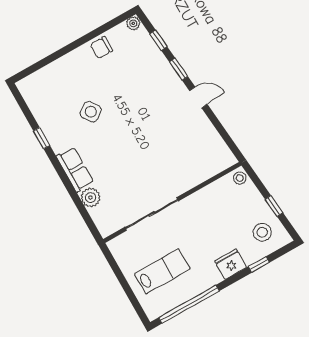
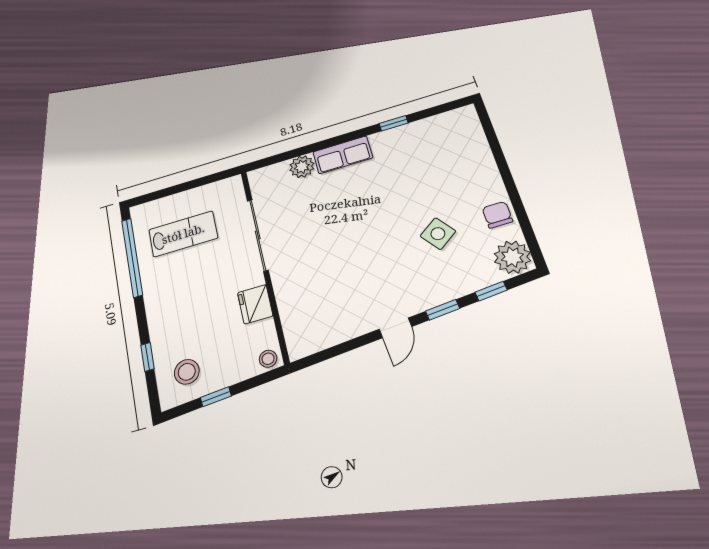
plant: (133, 23) -> (512, 257), width x1.88, depth x1.88
side table: (91, 112) -> (438, 234), moved
fridge: (231, 264) -> (255, 304), moved, turned 180
lab bench: (162, 271) -> (183, 234), turned -90

